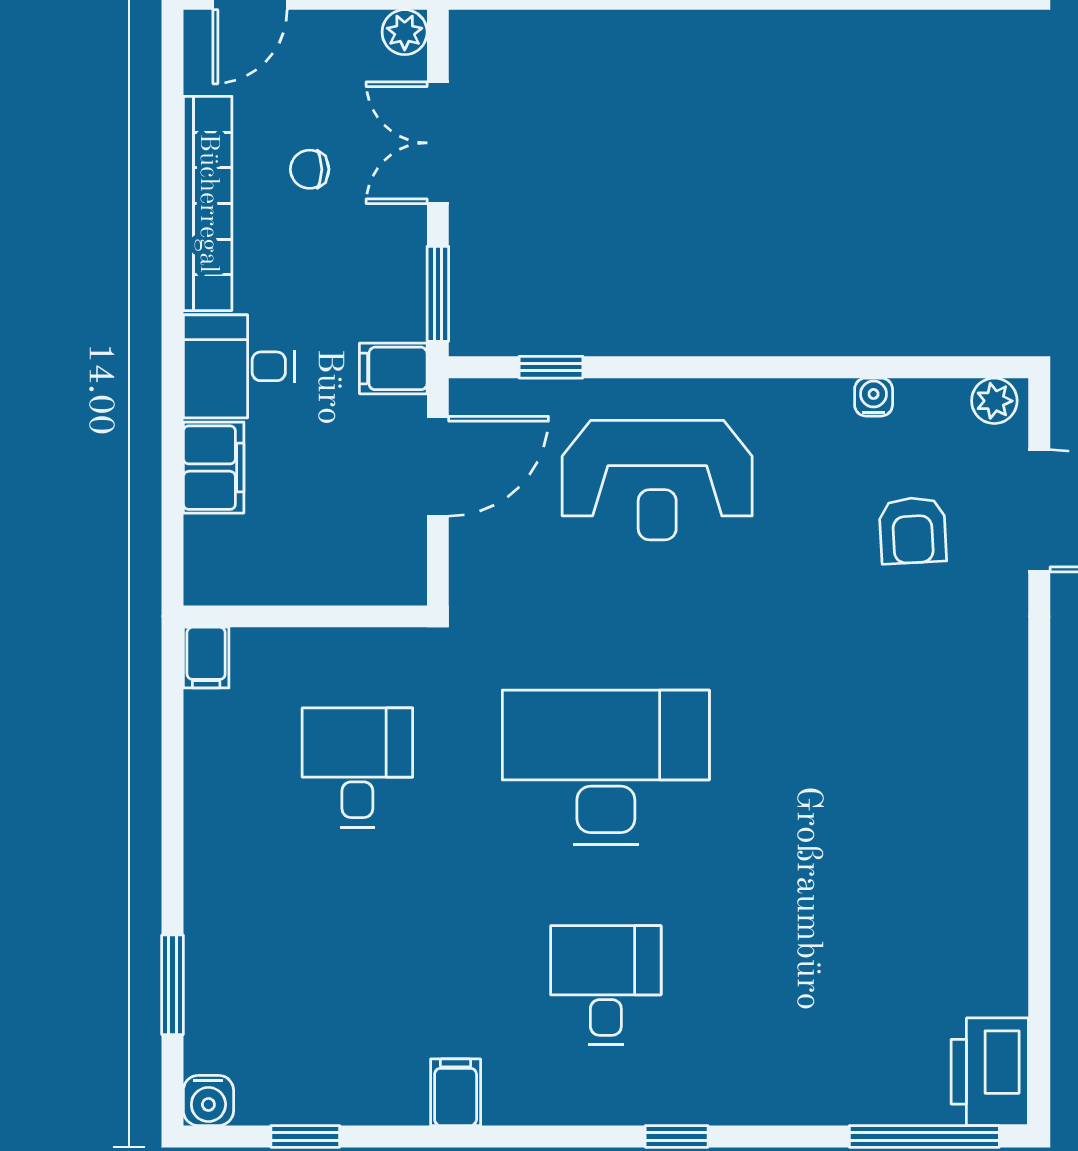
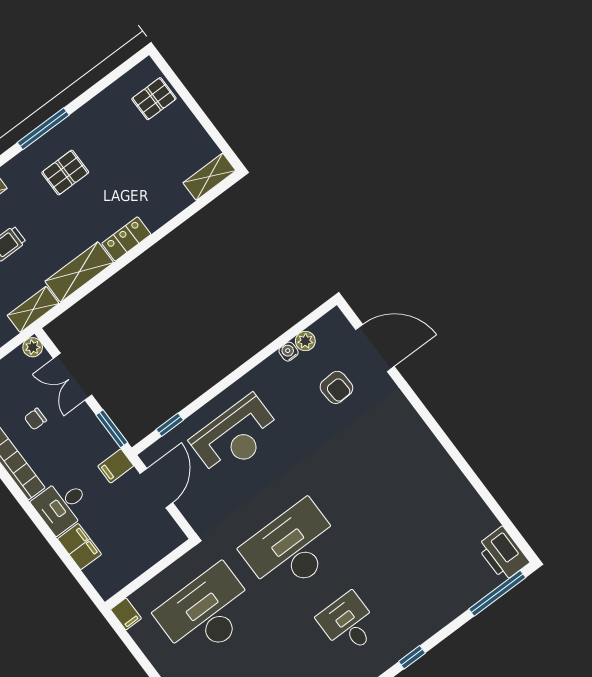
plant: (994, 401) -> (305, 341), moved
desk: (357, 768) -> (207, 613), width x1.87, depth x1.30

